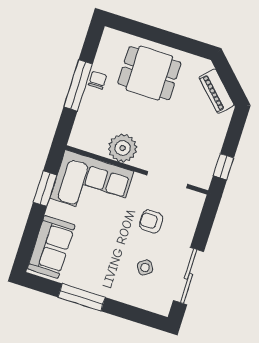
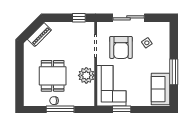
dining table: (149, 73) -> (53, 76), moved
armchair: (151, 221) -> (121, 47), width x1.88, depth x1.88
sofa: (51, 247) -> (161, 89), moved, turned -90
sliding door: (189, 276) -> (129, 18), moved

